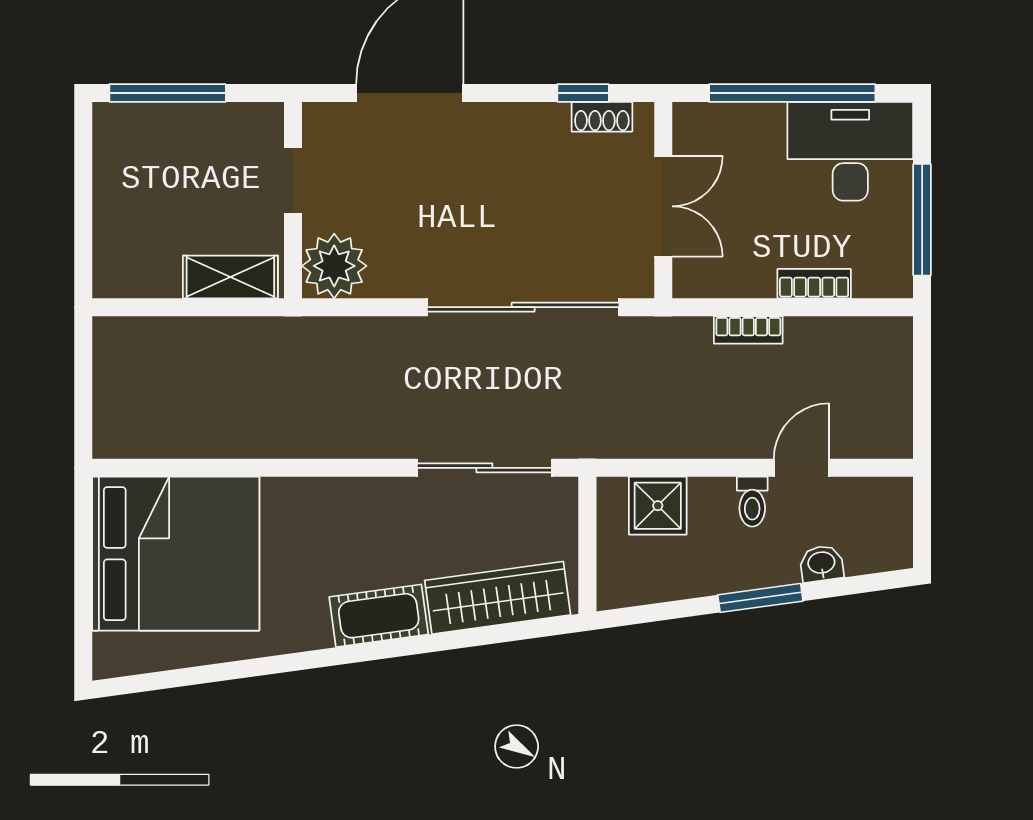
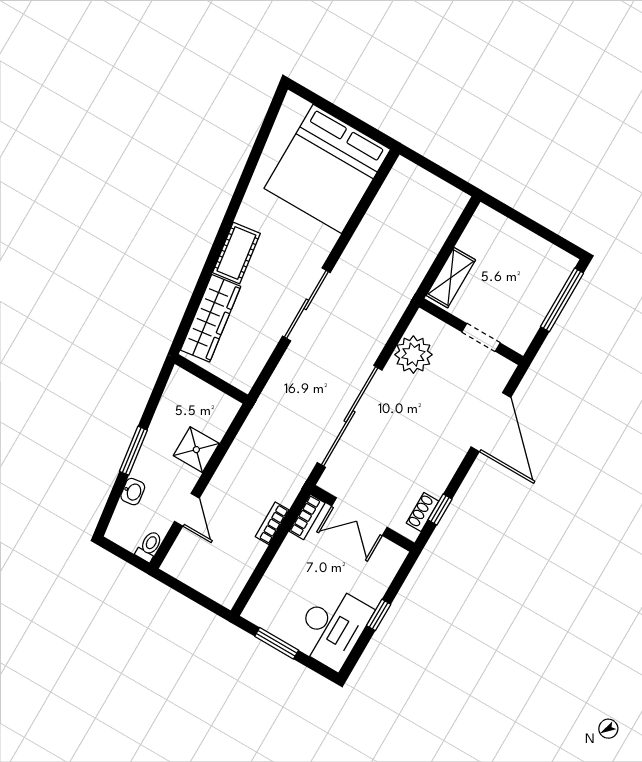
window: (792, 93) -> (379, 615), width x0.32
window: (922, 220) -> (277, 643), width x0.69
plant: (334, 266) -> (413, 355), moved
bookcase: (814, 284) -> (307, 517), moved
sliding door: (484, 468) -> (306, 304), moved
toilet: (752, 502) -> (149, 546), moved, turned 90
shower: (658, 506) -> (196, 450), moved

